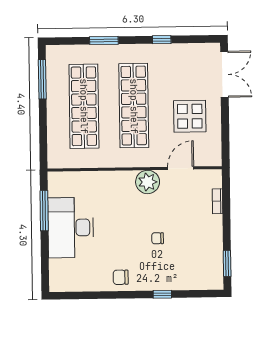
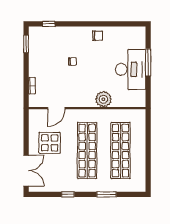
double door: (224, 74) -> (26, 171), swing flipped
window: (42, 79) -> (148, 169), removed
plant: (148, 182) -> (103, 99), moved
window: (44, 211) -> (148, 62), moved
window: (162, 294) -> (49, 24), moved

